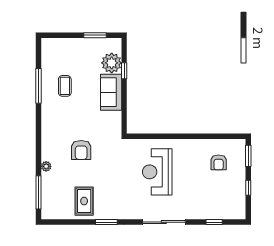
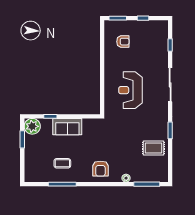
plant: (112, 63) -> (32, 126), moved
armchair: (81, 150) -> (100, 169), moved, turned 90
reception desk: (157, 172) -> (130, 90), turned 90

